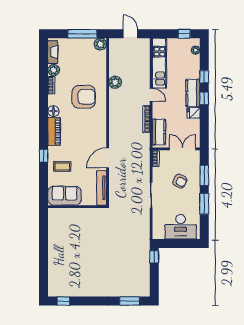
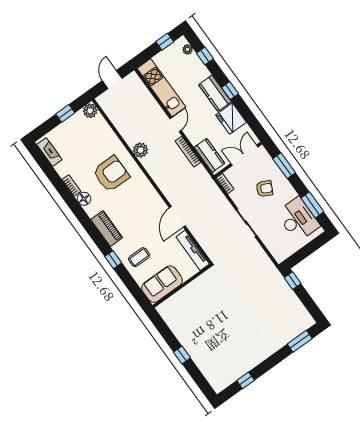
window: (82, 34) -> (65, 113), width x0.46
door: (130, 34) -> (112, 80), hinge flipped
plant: (54, 70) -> (63, 169), removed
window: (204, 77) -> (205, 56), moved
plant: (115, 82) -> (141, 150), moved
door: (151, 95) -> (175, 124), hinge flipped
floor lamp: (53, 111) -> (84, 199), moved
fridge: (193, 113) -> (231, 119), width x1.88, depth x1.34
window: (204, 204) -> (312, 205), moved
desk: (181, 227) -> (298, 219), moved, turned -90
window: (44, 253) -> (182, 355), added
window: (63, 301) -> (246, 380), moved

